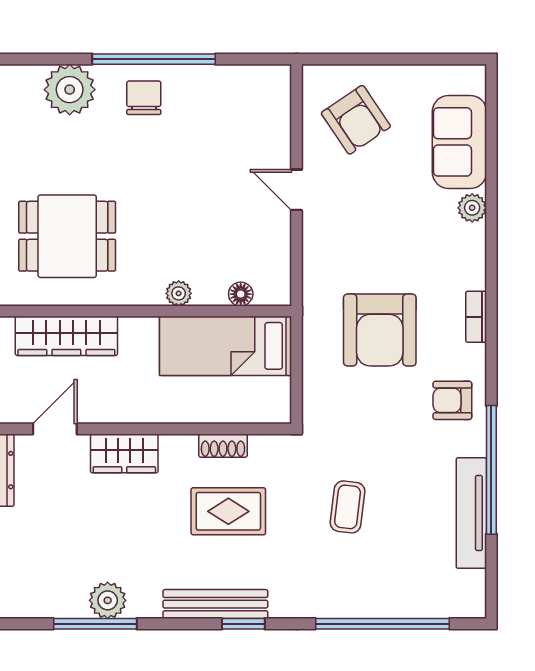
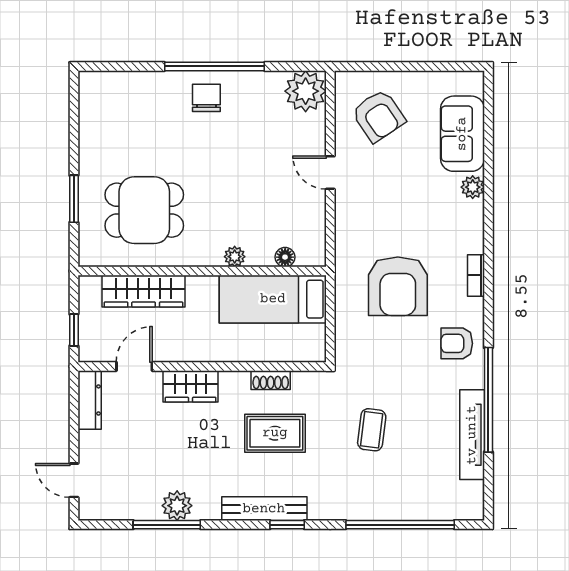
plant: (70, 90) -> (306, 91), moved

